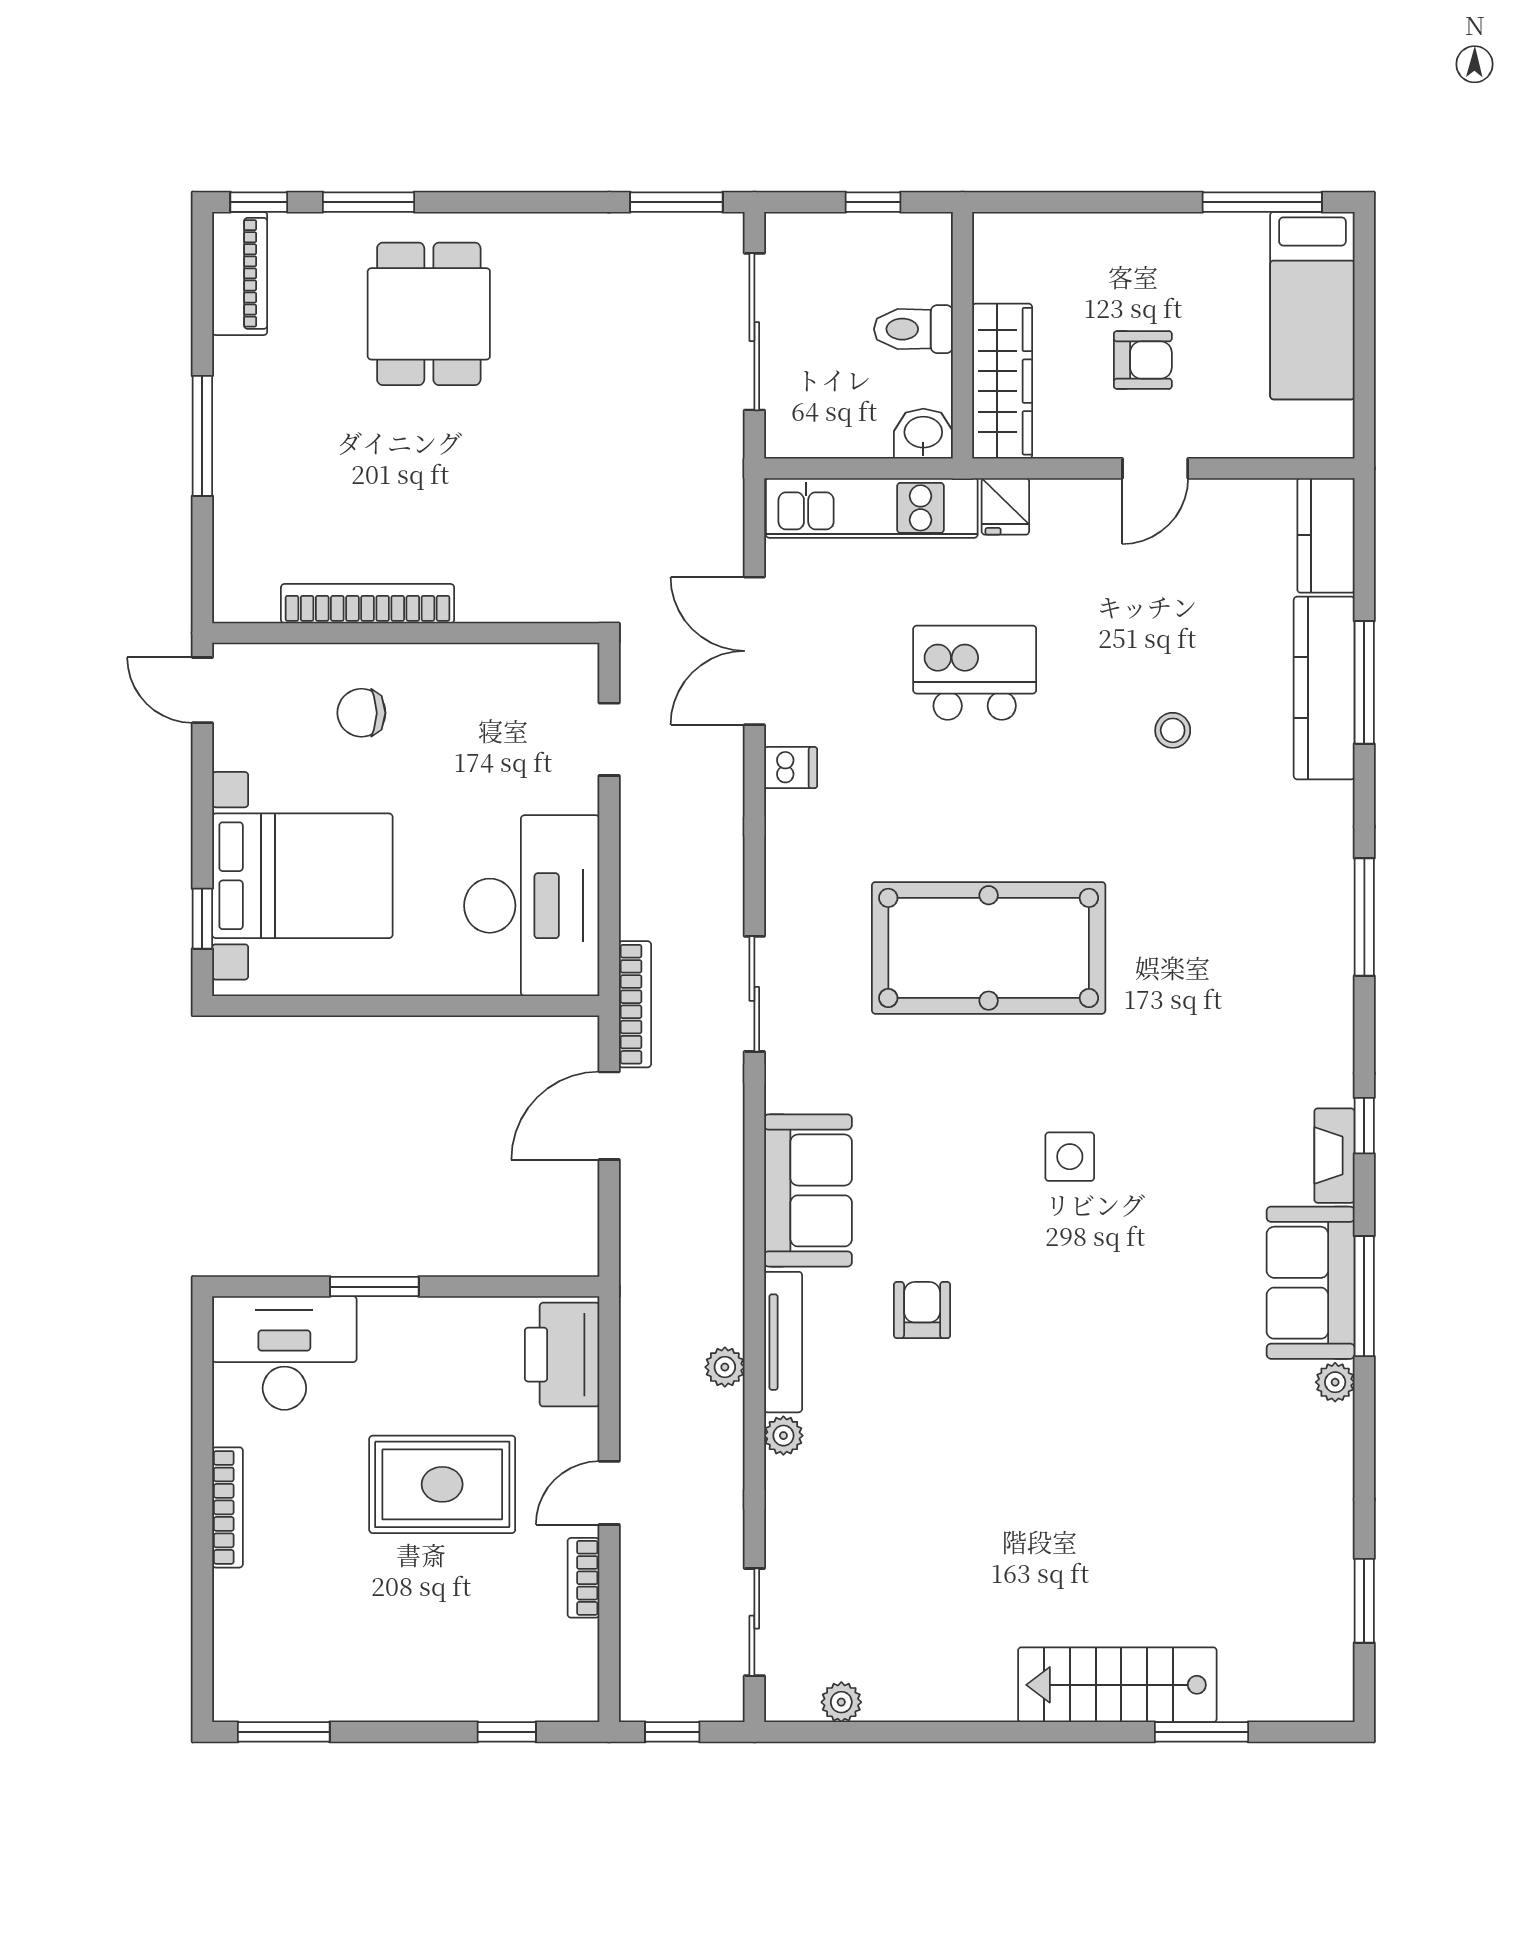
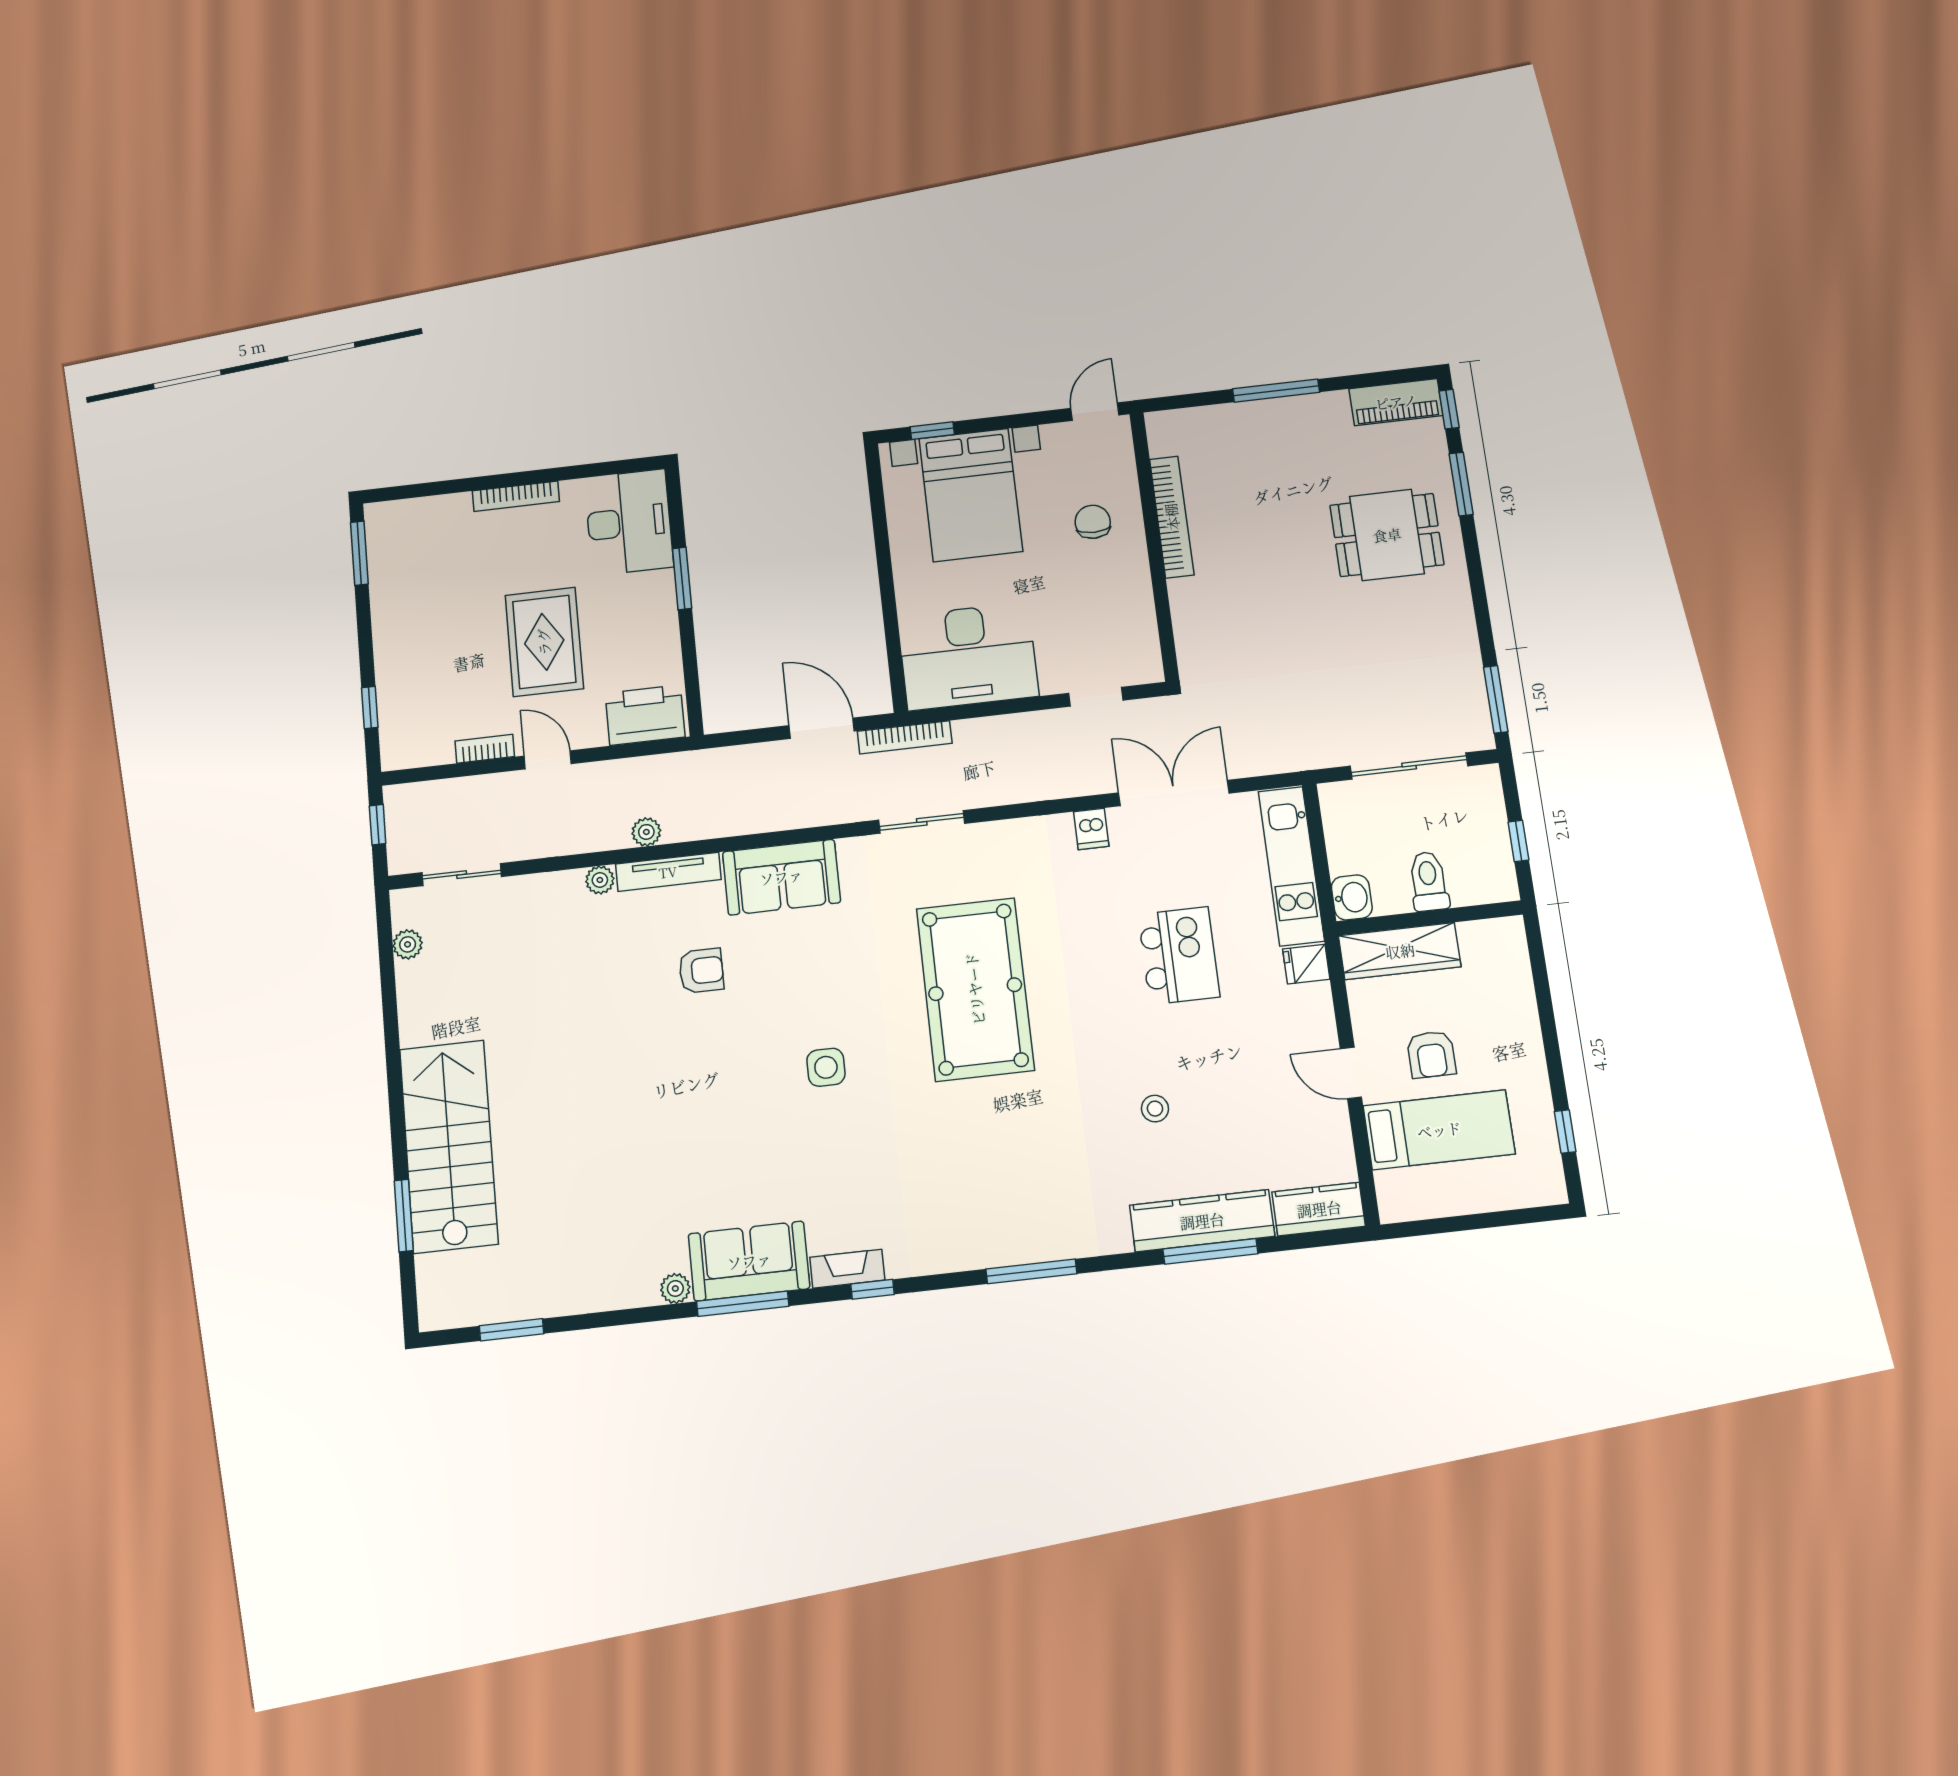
window: (1262, 202) -> (1565, 1132), width x0.46
bed: (1312, 306) -> (1439, 1130), moved, turned 180
stairs: (1117, 1685) -> (449, 1146), width x1.36, depth x1.51

